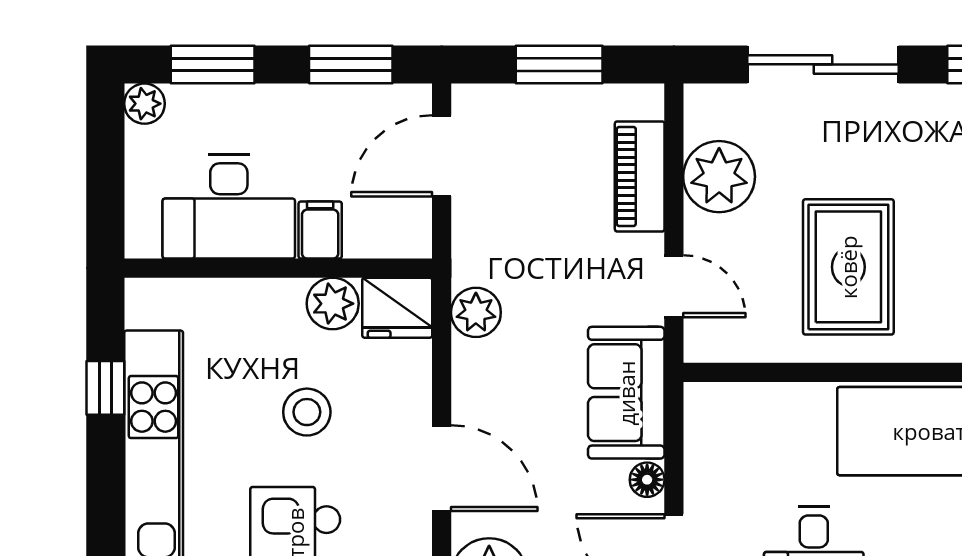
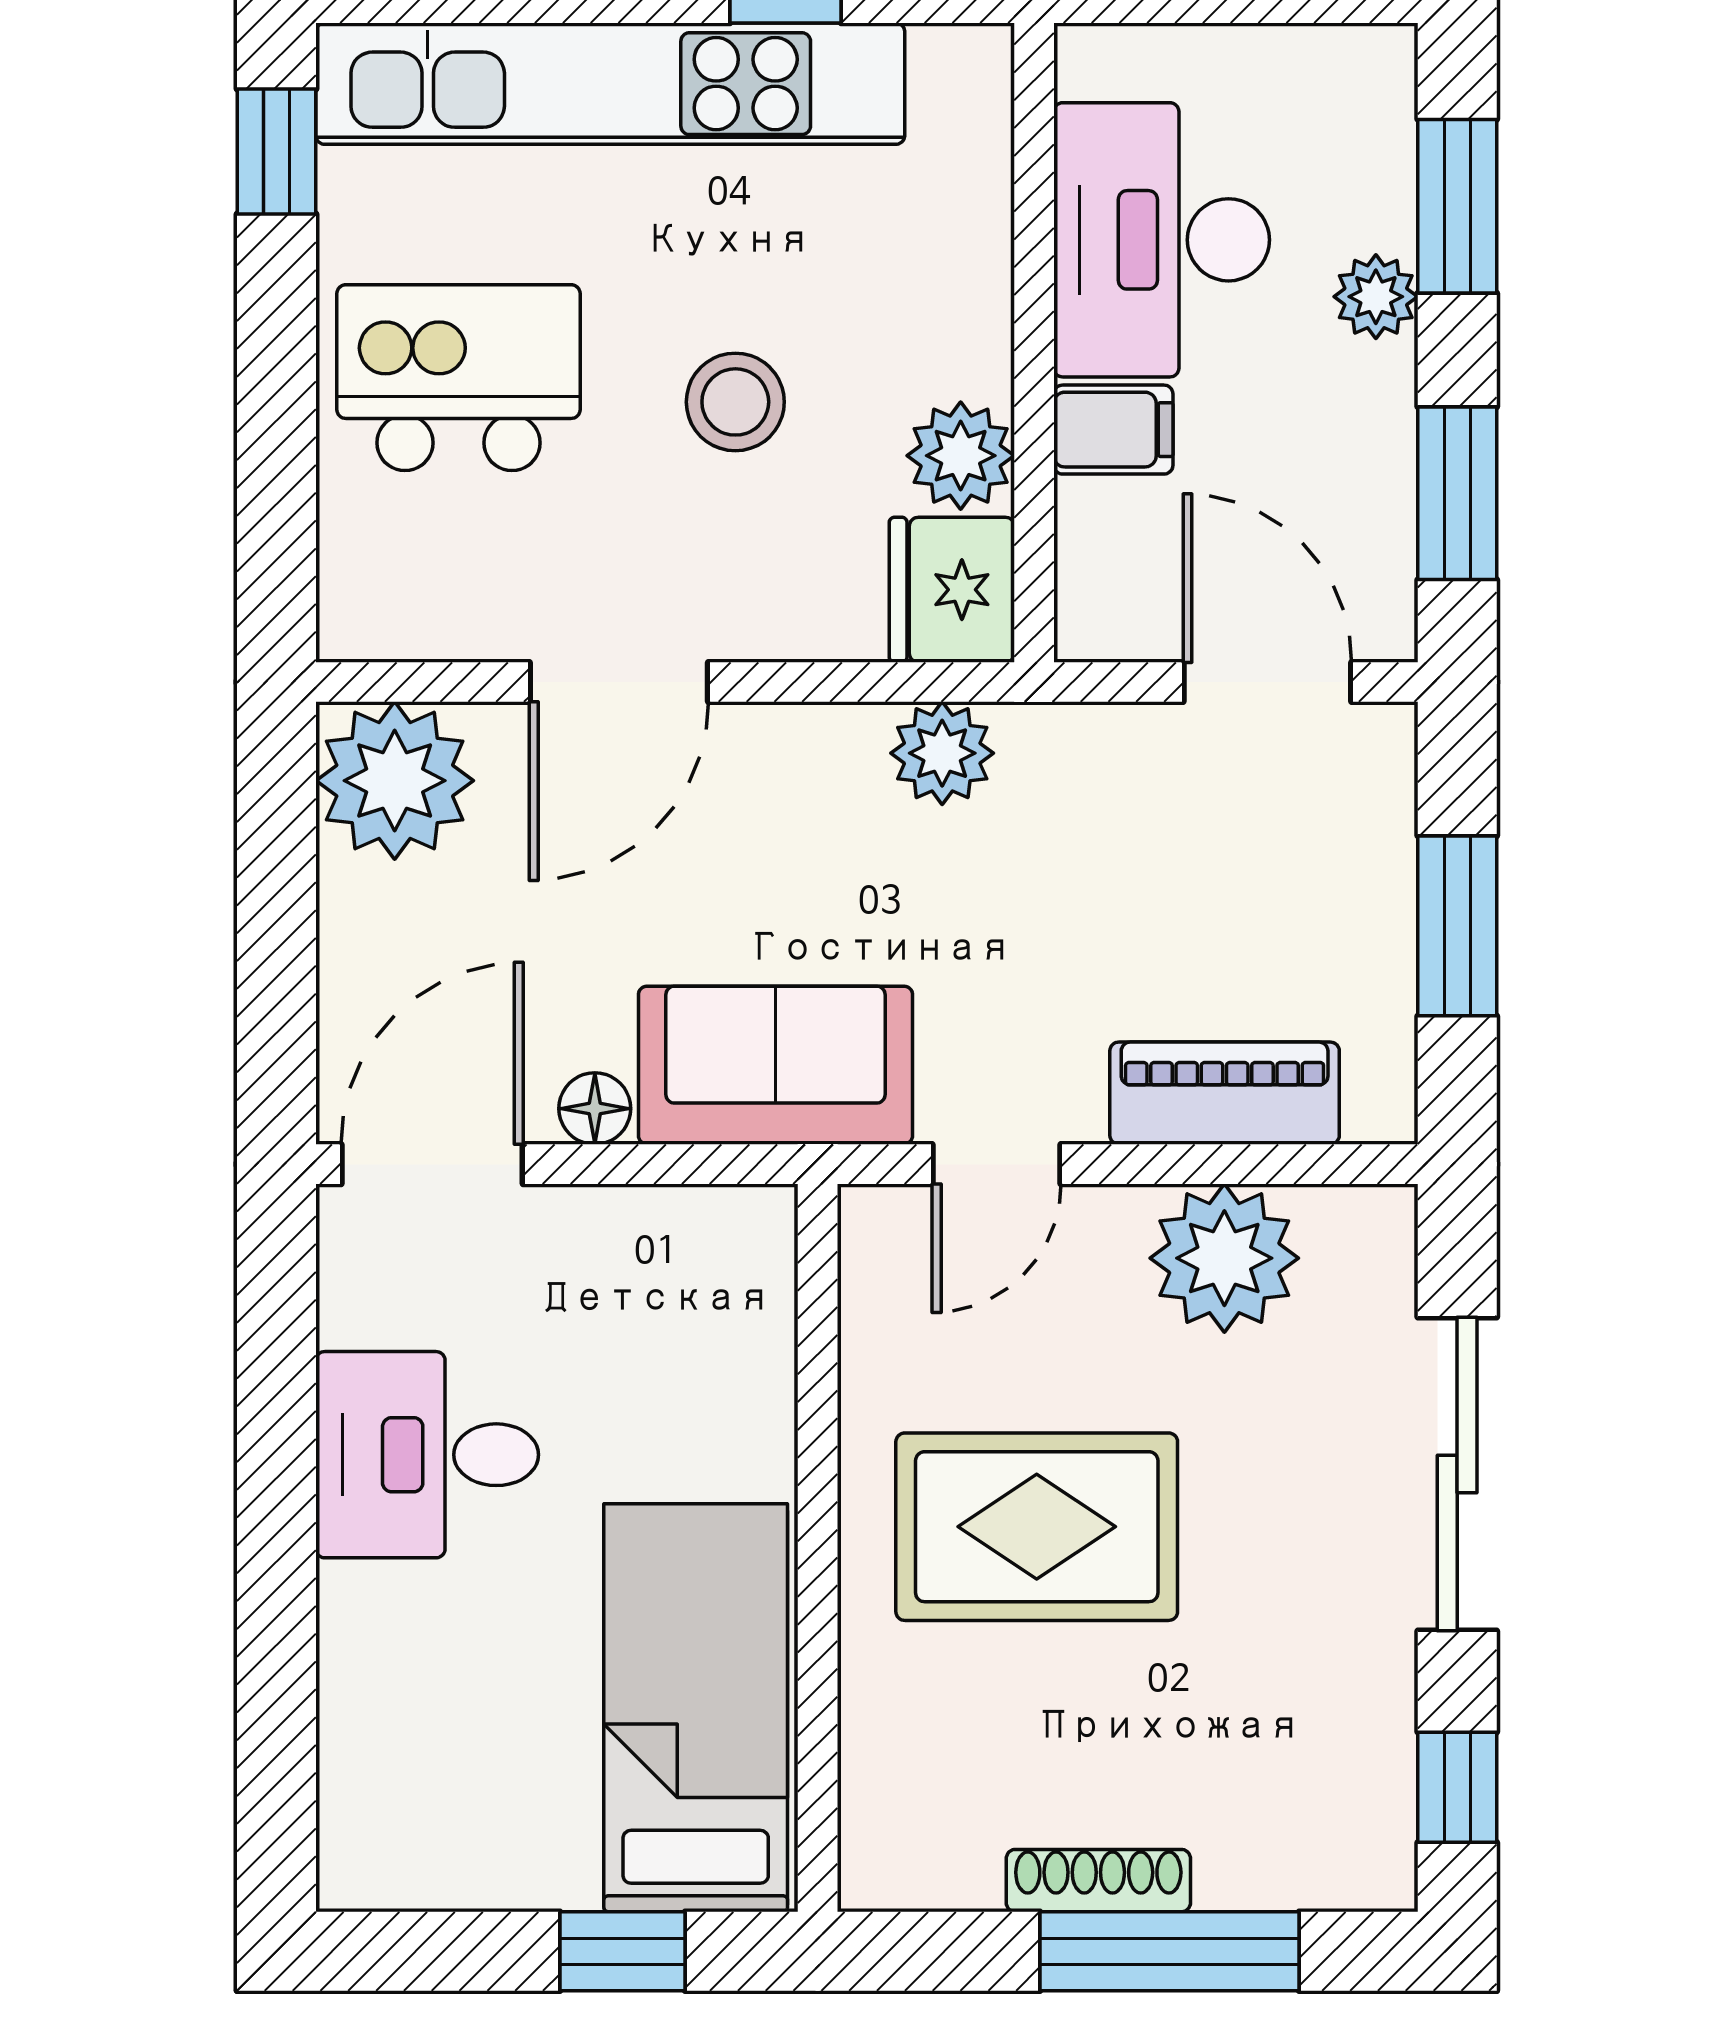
plant: (145, 104) -> (1376, 297), moved

